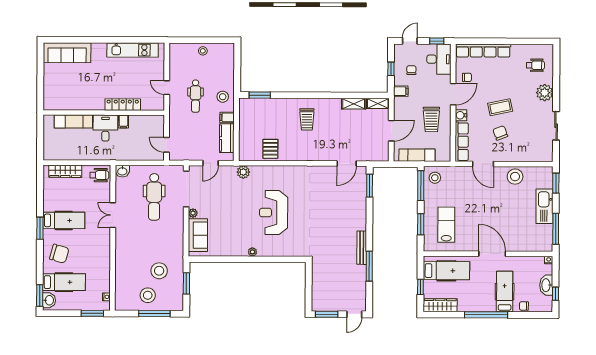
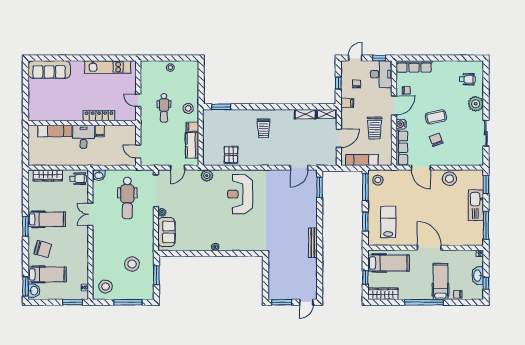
row of seats: (483, 51) -> (414, 66), width x0.73
reception desk: (274, 213) -> (240, 194), moved
window: (369, 266) -> (320, 259), removed
stool: (148, 295) -> (106, 287), moved

